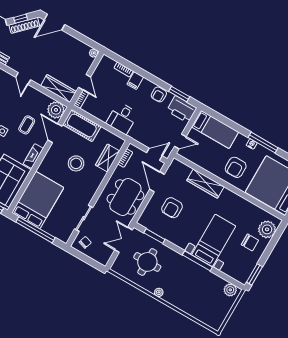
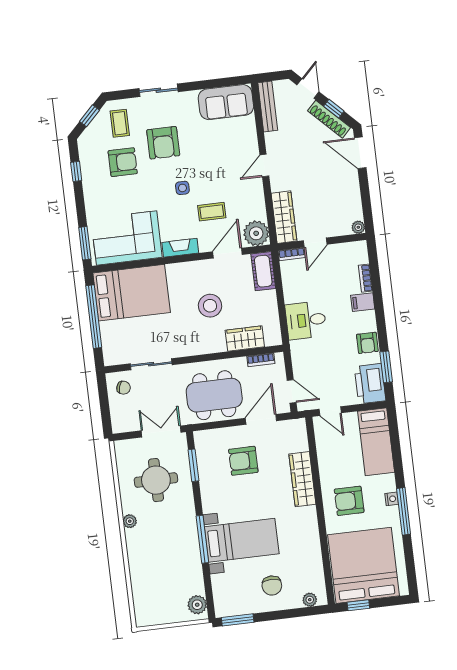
armchair: (159, 94) -> (367, 343), turned -90
cot: (82, 126) -> (263, 271), width x0.73, depth x0.75
plant: (267, 229) -> (310, 600), width x0.53, depth x0.53

